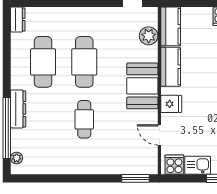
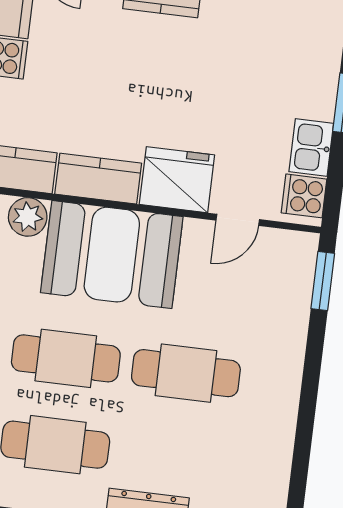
booth: (142, 86) -> (112, 255), width x1.36, depth x1.42
fridge: (171, 104) -> (177, 180), width x1.88, depth x1.34
cafe table: (84, 119) -> (186, 373), width x1.37, depth x1.35

